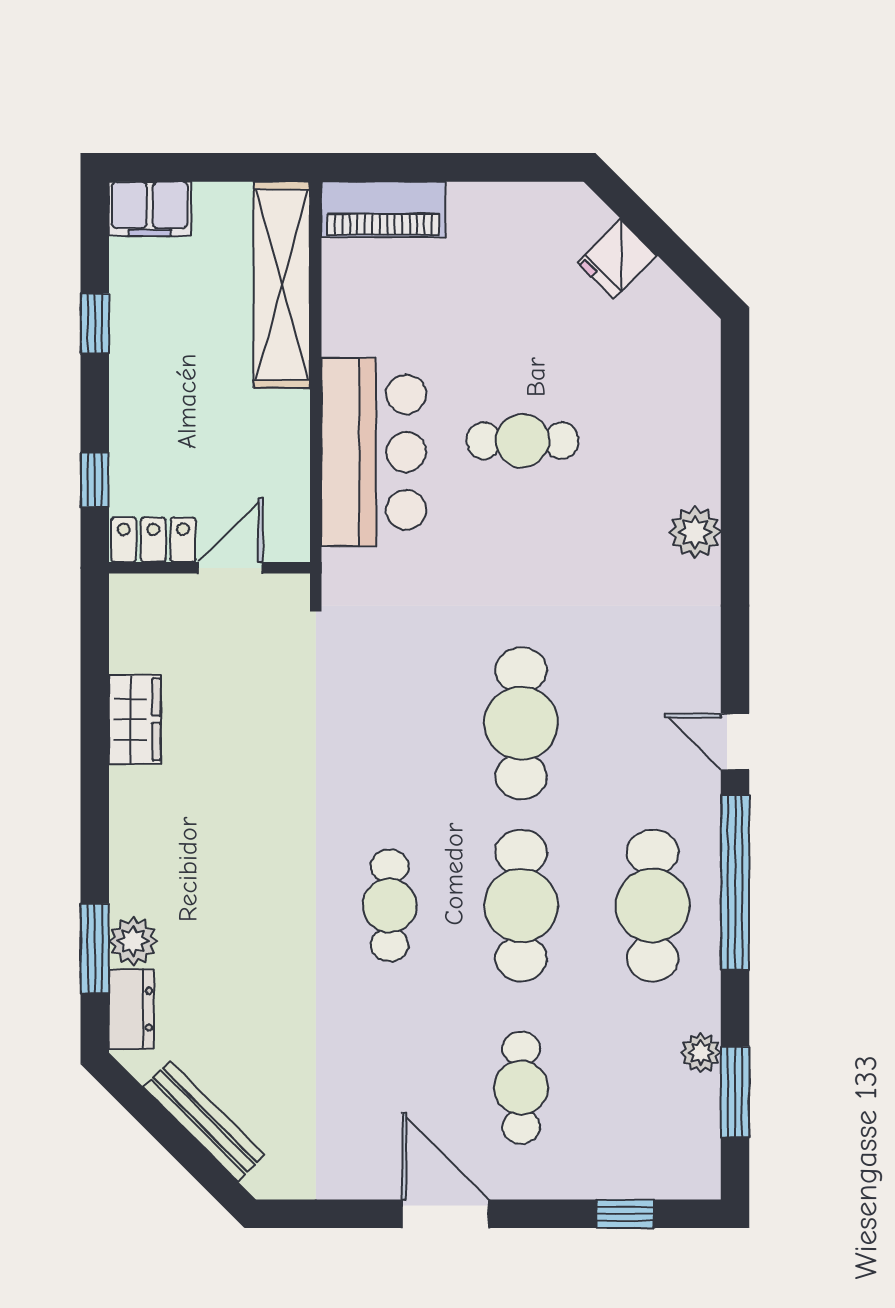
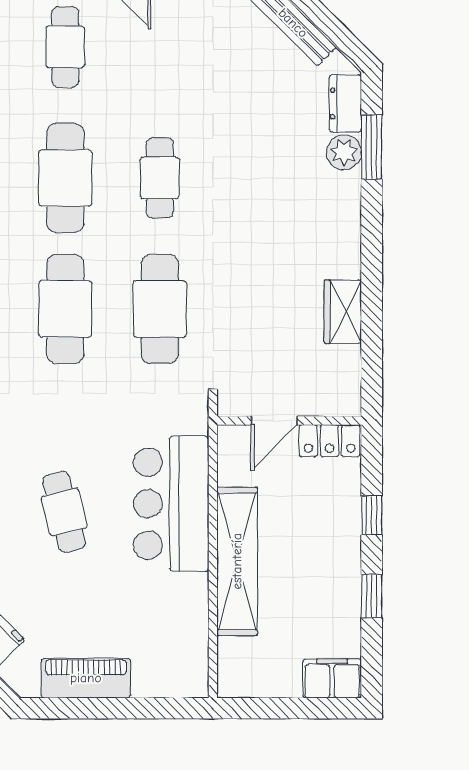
piano: (383, 209) -> (86, 678), moved
shelving: (282, 285) -> (237, 561), moved
cafe table: (522, 441) -> (64, 512), turned 76
window: (95, 480) -> (372, 515), moved
cafe table: (390, 723) -> (160, 309), added

